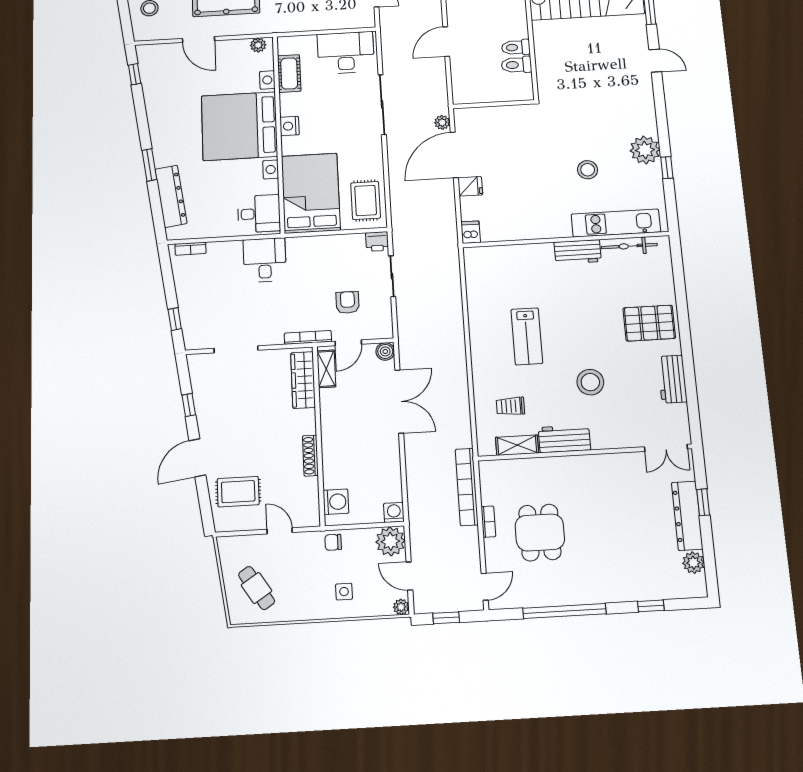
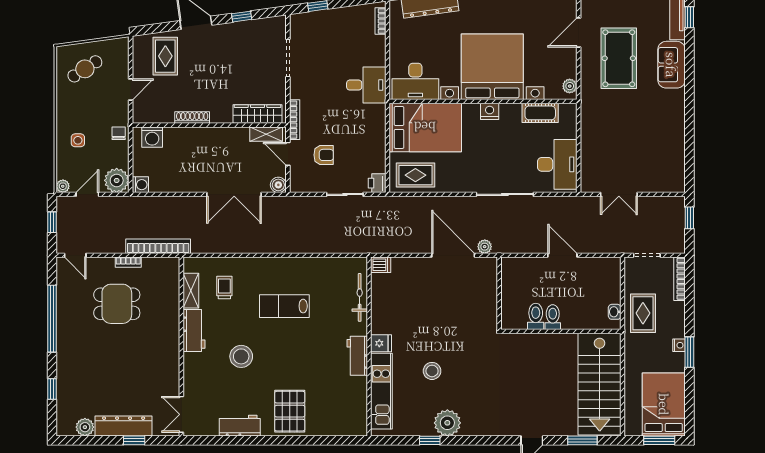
fridge: (470, 186) -> (381, 343), moved, turned -90
desk: (259, 214) -> (415, 81), width x1.37
bicycle: (629, 246) -> (360, 297), moved

